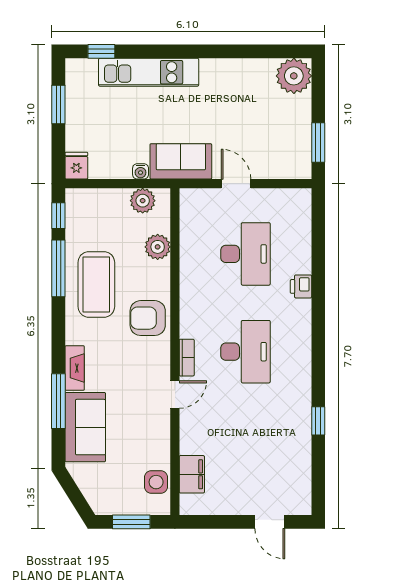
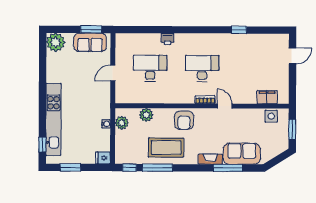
kitchen unit: (149, 72) -> (53, 119), width x1.36
sofa: (181, 161) -> (90, 42), moved, turned -90

